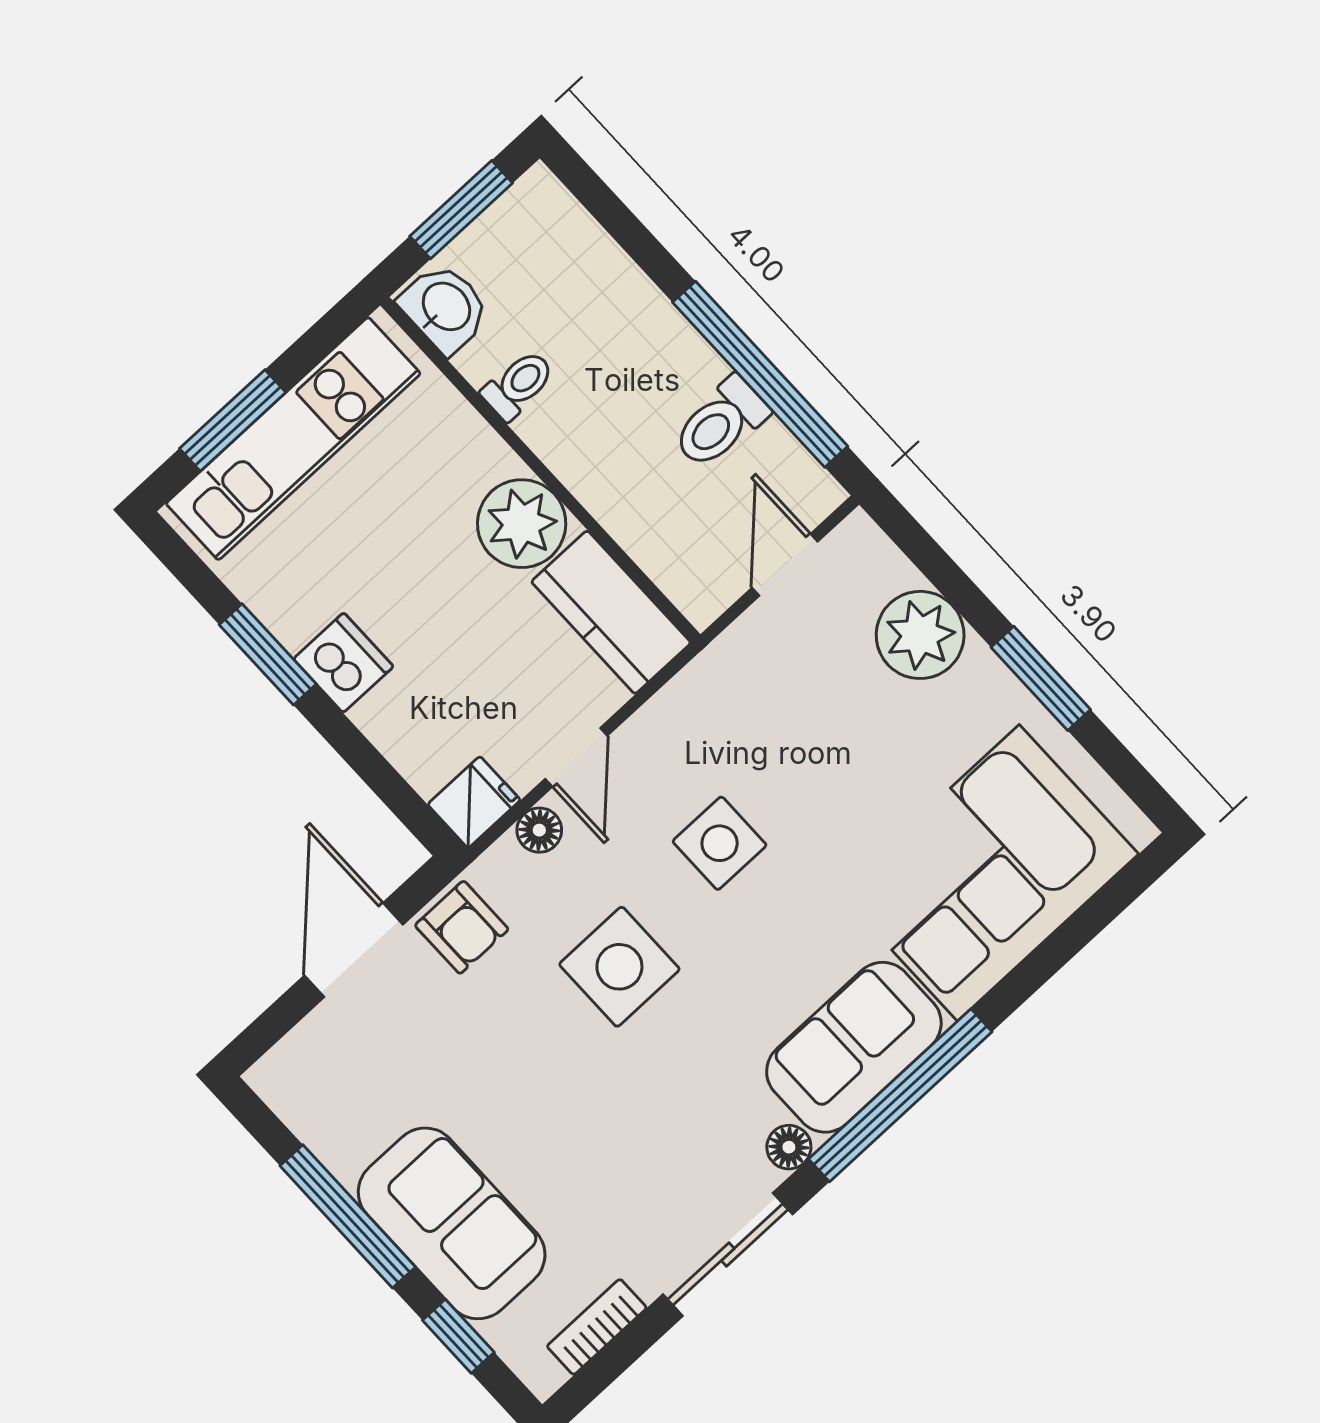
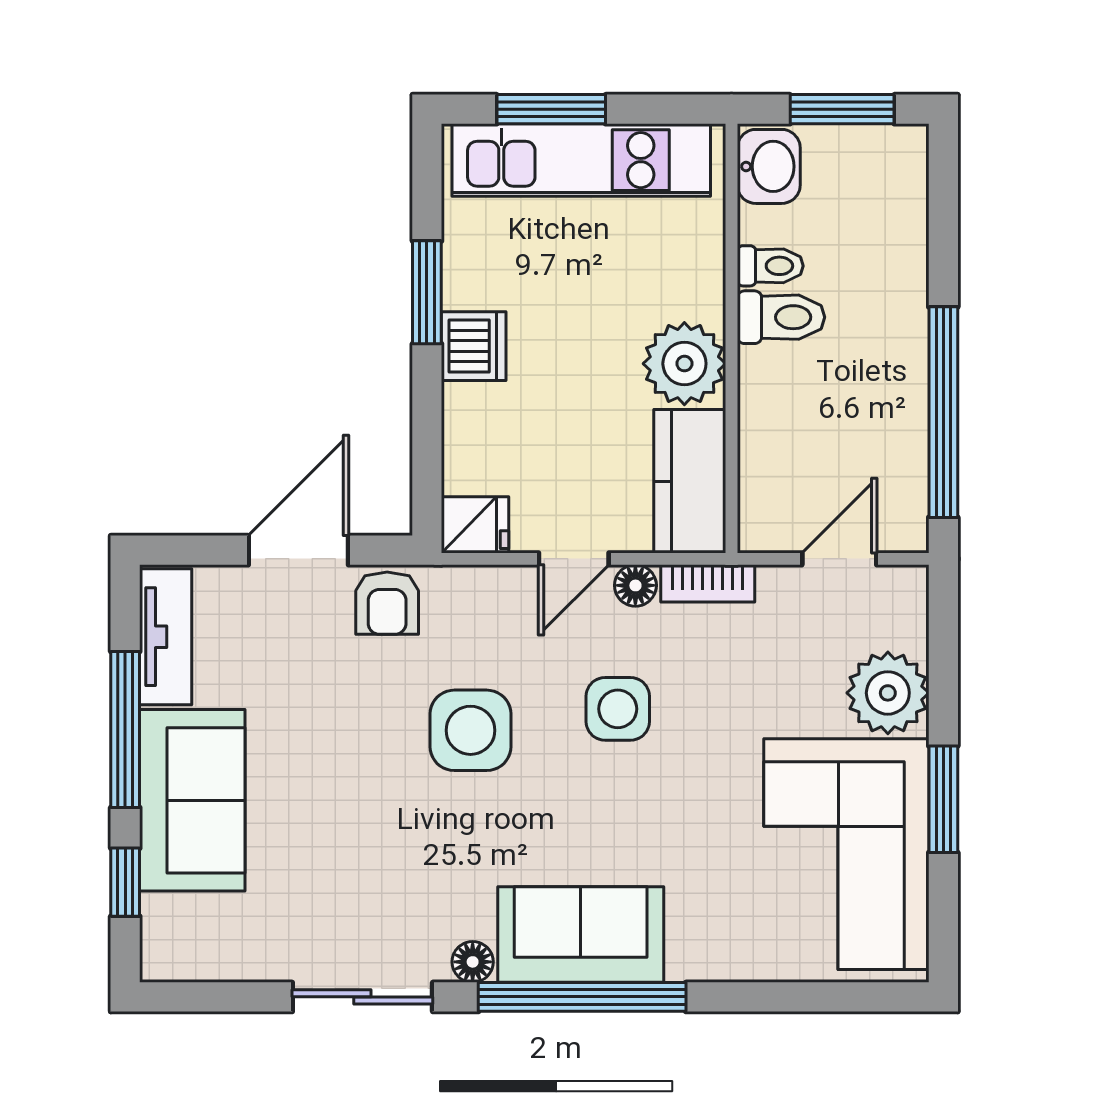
toilet: (720, 423) -> (781, 317), moved, turned 180
floor lamp: (539, 830) -> (635, 585), moved
corner sofa: (988, 873) -> (846, 854), moved, turned -90
tv unit: (312, 1114) -> (166, 637), added
bookcase: (597, 1327) -> (708, 583), moved, turned 180

